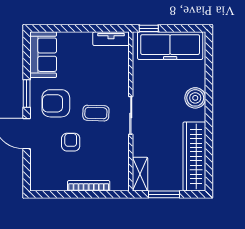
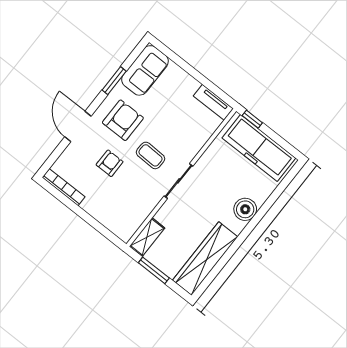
window: (27, 93) -> (114, 81), moved
armchair: (56, 103) -> (123, 120), turned 90
bookcase: (89, 186) -> (64, 187), moved

